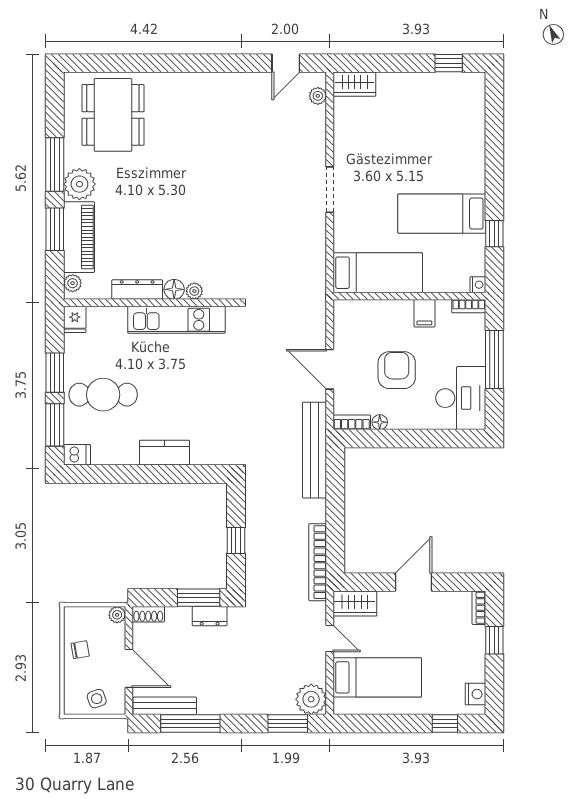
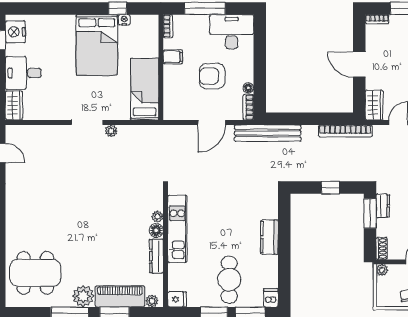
nightstand: (461, 86) -> (15, 32), added
plant: (318, 96) -> (111, 131), moved
desk: (401, 98) -> (23, 73), added
bed: (442, 214) -> (97, 45), width x1.50
nightstand: (478, 285) -> (124, 20), moved

